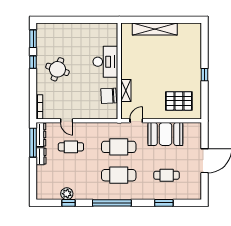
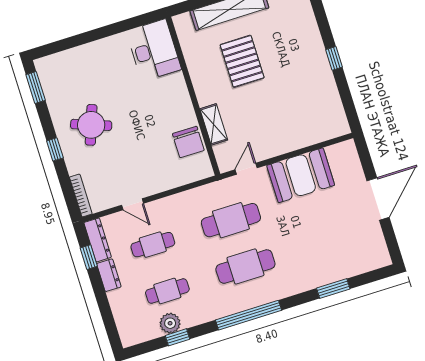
window: (33, 62) -> (55, 149), moved
desk: (105, 62) -> (154, 50), moved
chair: (109, 96) -> (188, 142), turned -87
pallet: (179, 101) -> (242, 61), moved, turned 90
window: (33, 143) -> (89, 257), width x0.46
cafe table: (167, 175) -> (167, 291), moved

